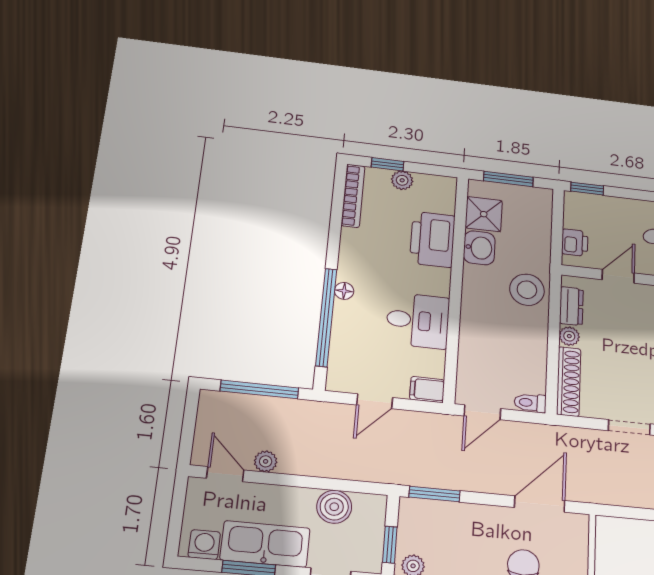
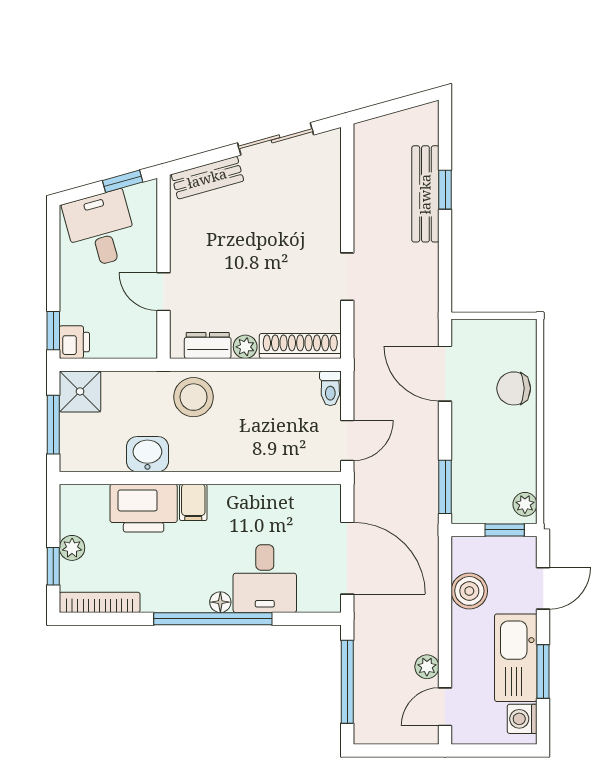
shower: (484, 214) -> (80, 391), moved
printer: (575, 243) -> (74, 342), moved, turned 90
window: (326, 317) -> (213, 619), moved
desk: (418, 321) -> (265, 579), moved, turned 180
filing cabinet: (427, 390) -> (193, 502), moved
door: (375, 401) -> (347, 558), width x1.87
door: (482, 412) -> (347, 440), hinge flipped

